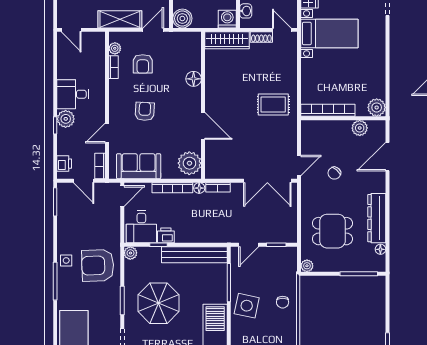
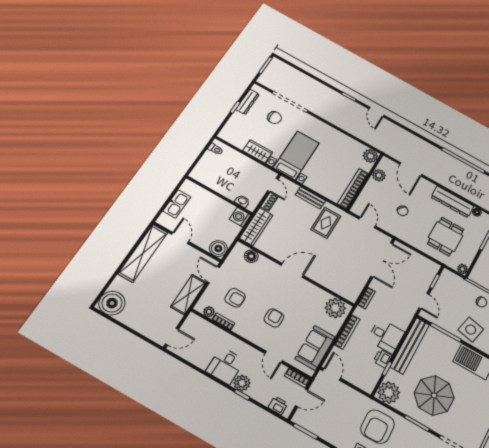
door: (282, 30) -> (273, 185), swing flipped
bench: (291, 74) -> (310, 198), added
floor lamp: (194, 79) -> (251, 256), moved
armchair: (145, 111) -> (274, 318), turned 87
door: (203, 126) -> (292, 270), moved
door: (299, 165) -> (367, 222), moved
floor lamp: (199, 188) -> (359, 312), removed
desk: (141, 227) -> (386, 336), moved
plant: (130, 253) -> (389, 393), width x1.88, depth x1.88

